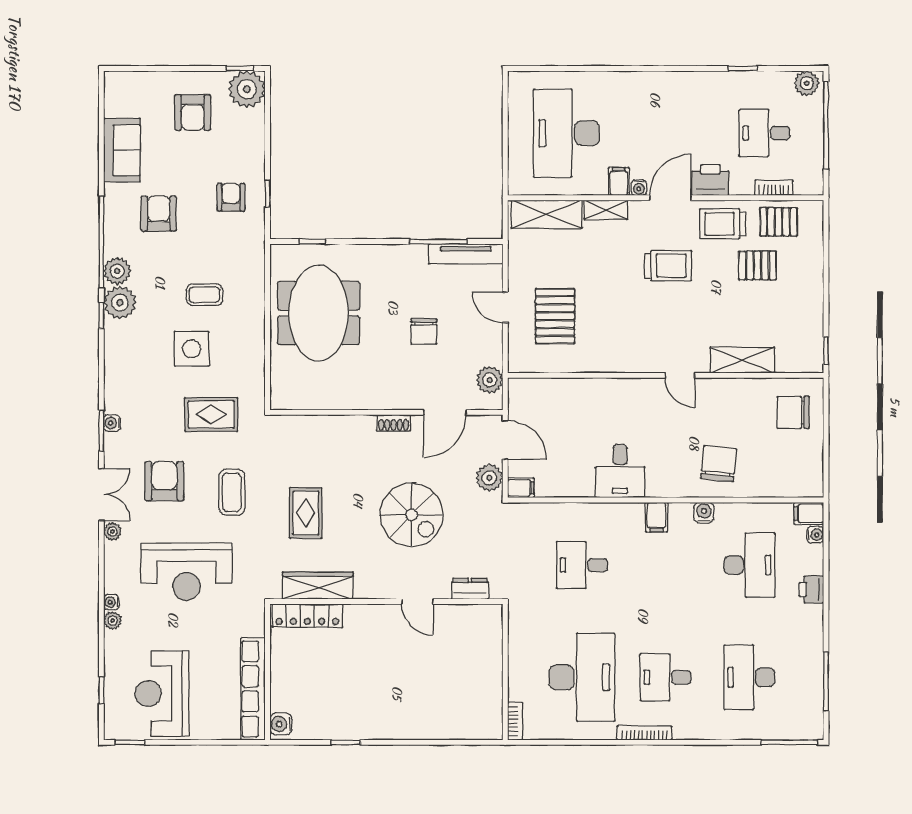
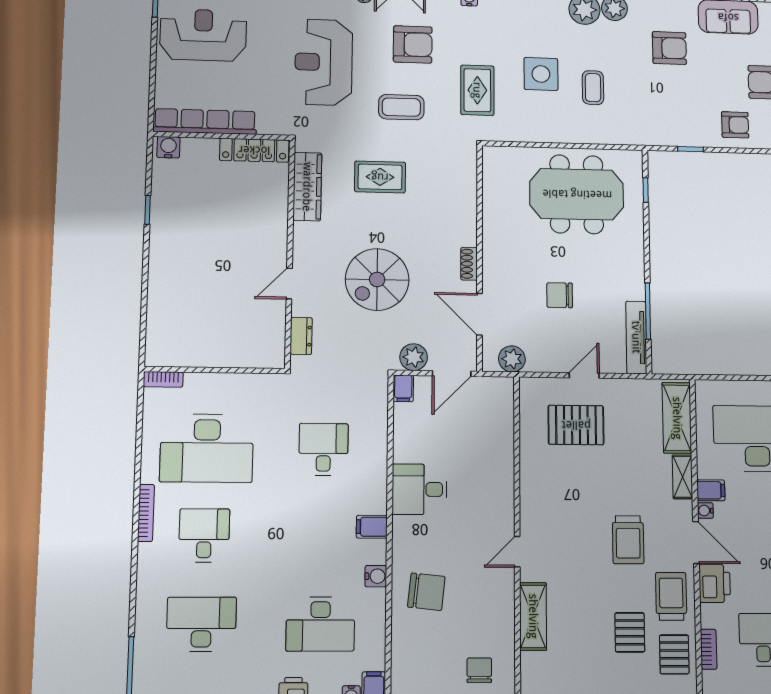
armchair: (231, 197) -> (735, 125), moved
chair: (793, 412) -> (479, 670), width x0.73, depth x0.73
locker: (307, 616) -> (254, 150), moved, turned -90

